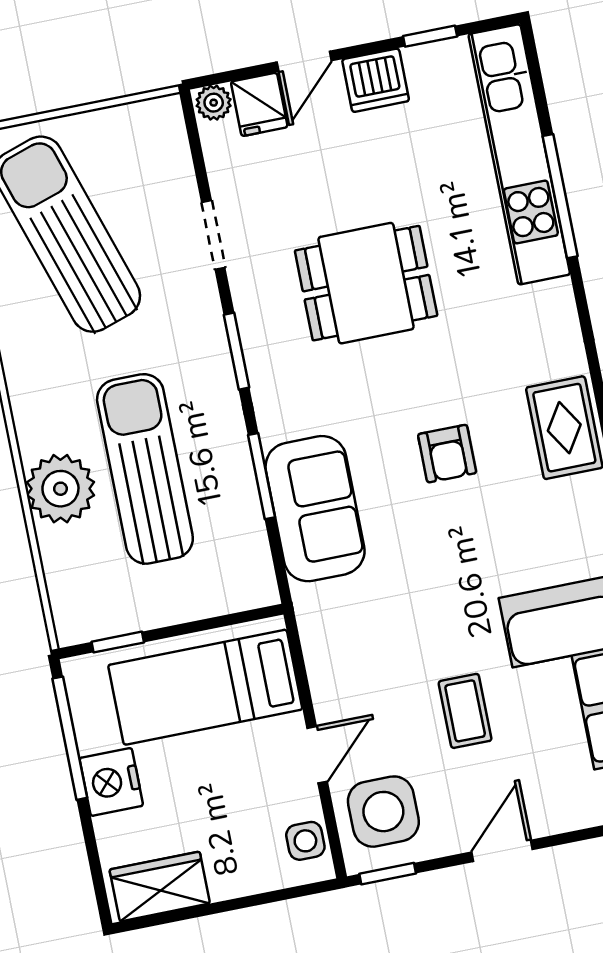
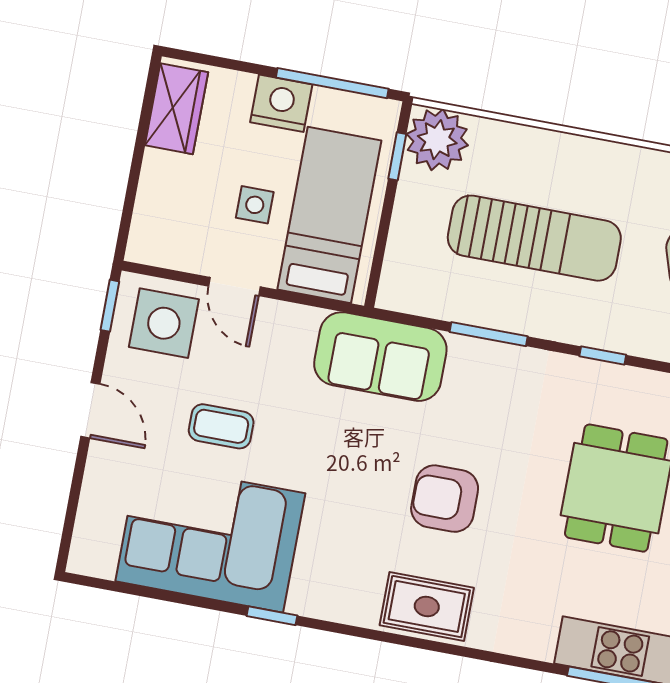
window: (236, 351) -> (603, 355), width x0.67
armchair: (447, 454) -> (445, 499), width x1.38, depth x1.38
plant: (60, 489) -> (437, 140), moved
sofa: (315, 509) -> (380, 357), moved
side table: (305, 841) -> (255, 205), moved

